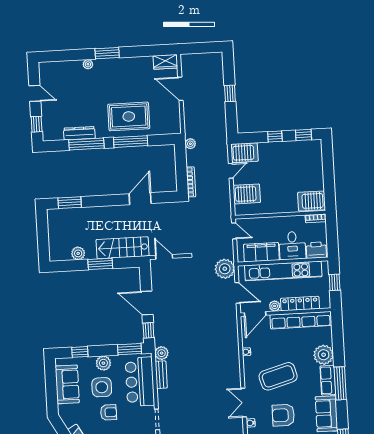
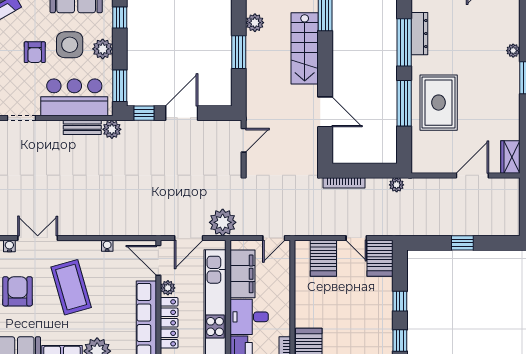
stairs: (123, 248) -> (305, 48), moved, turned 180

